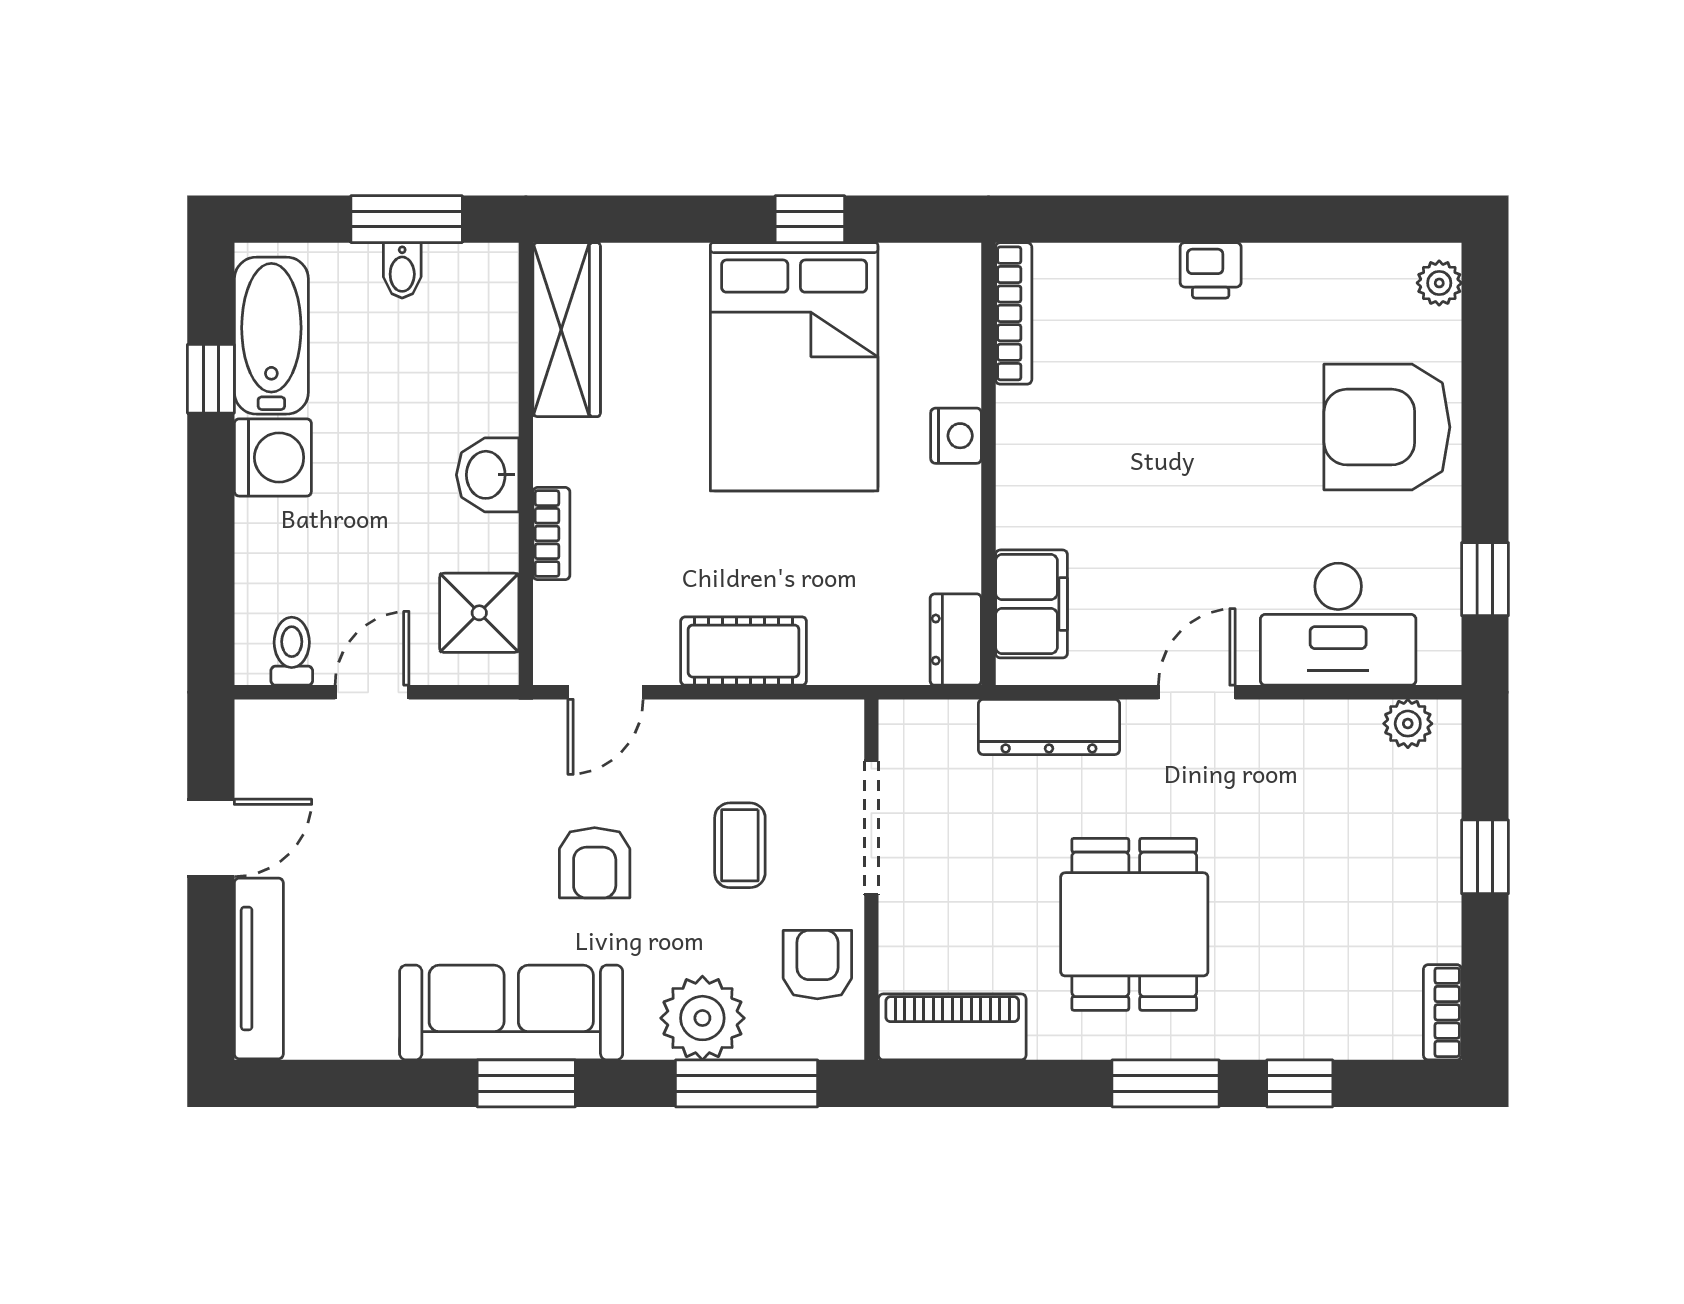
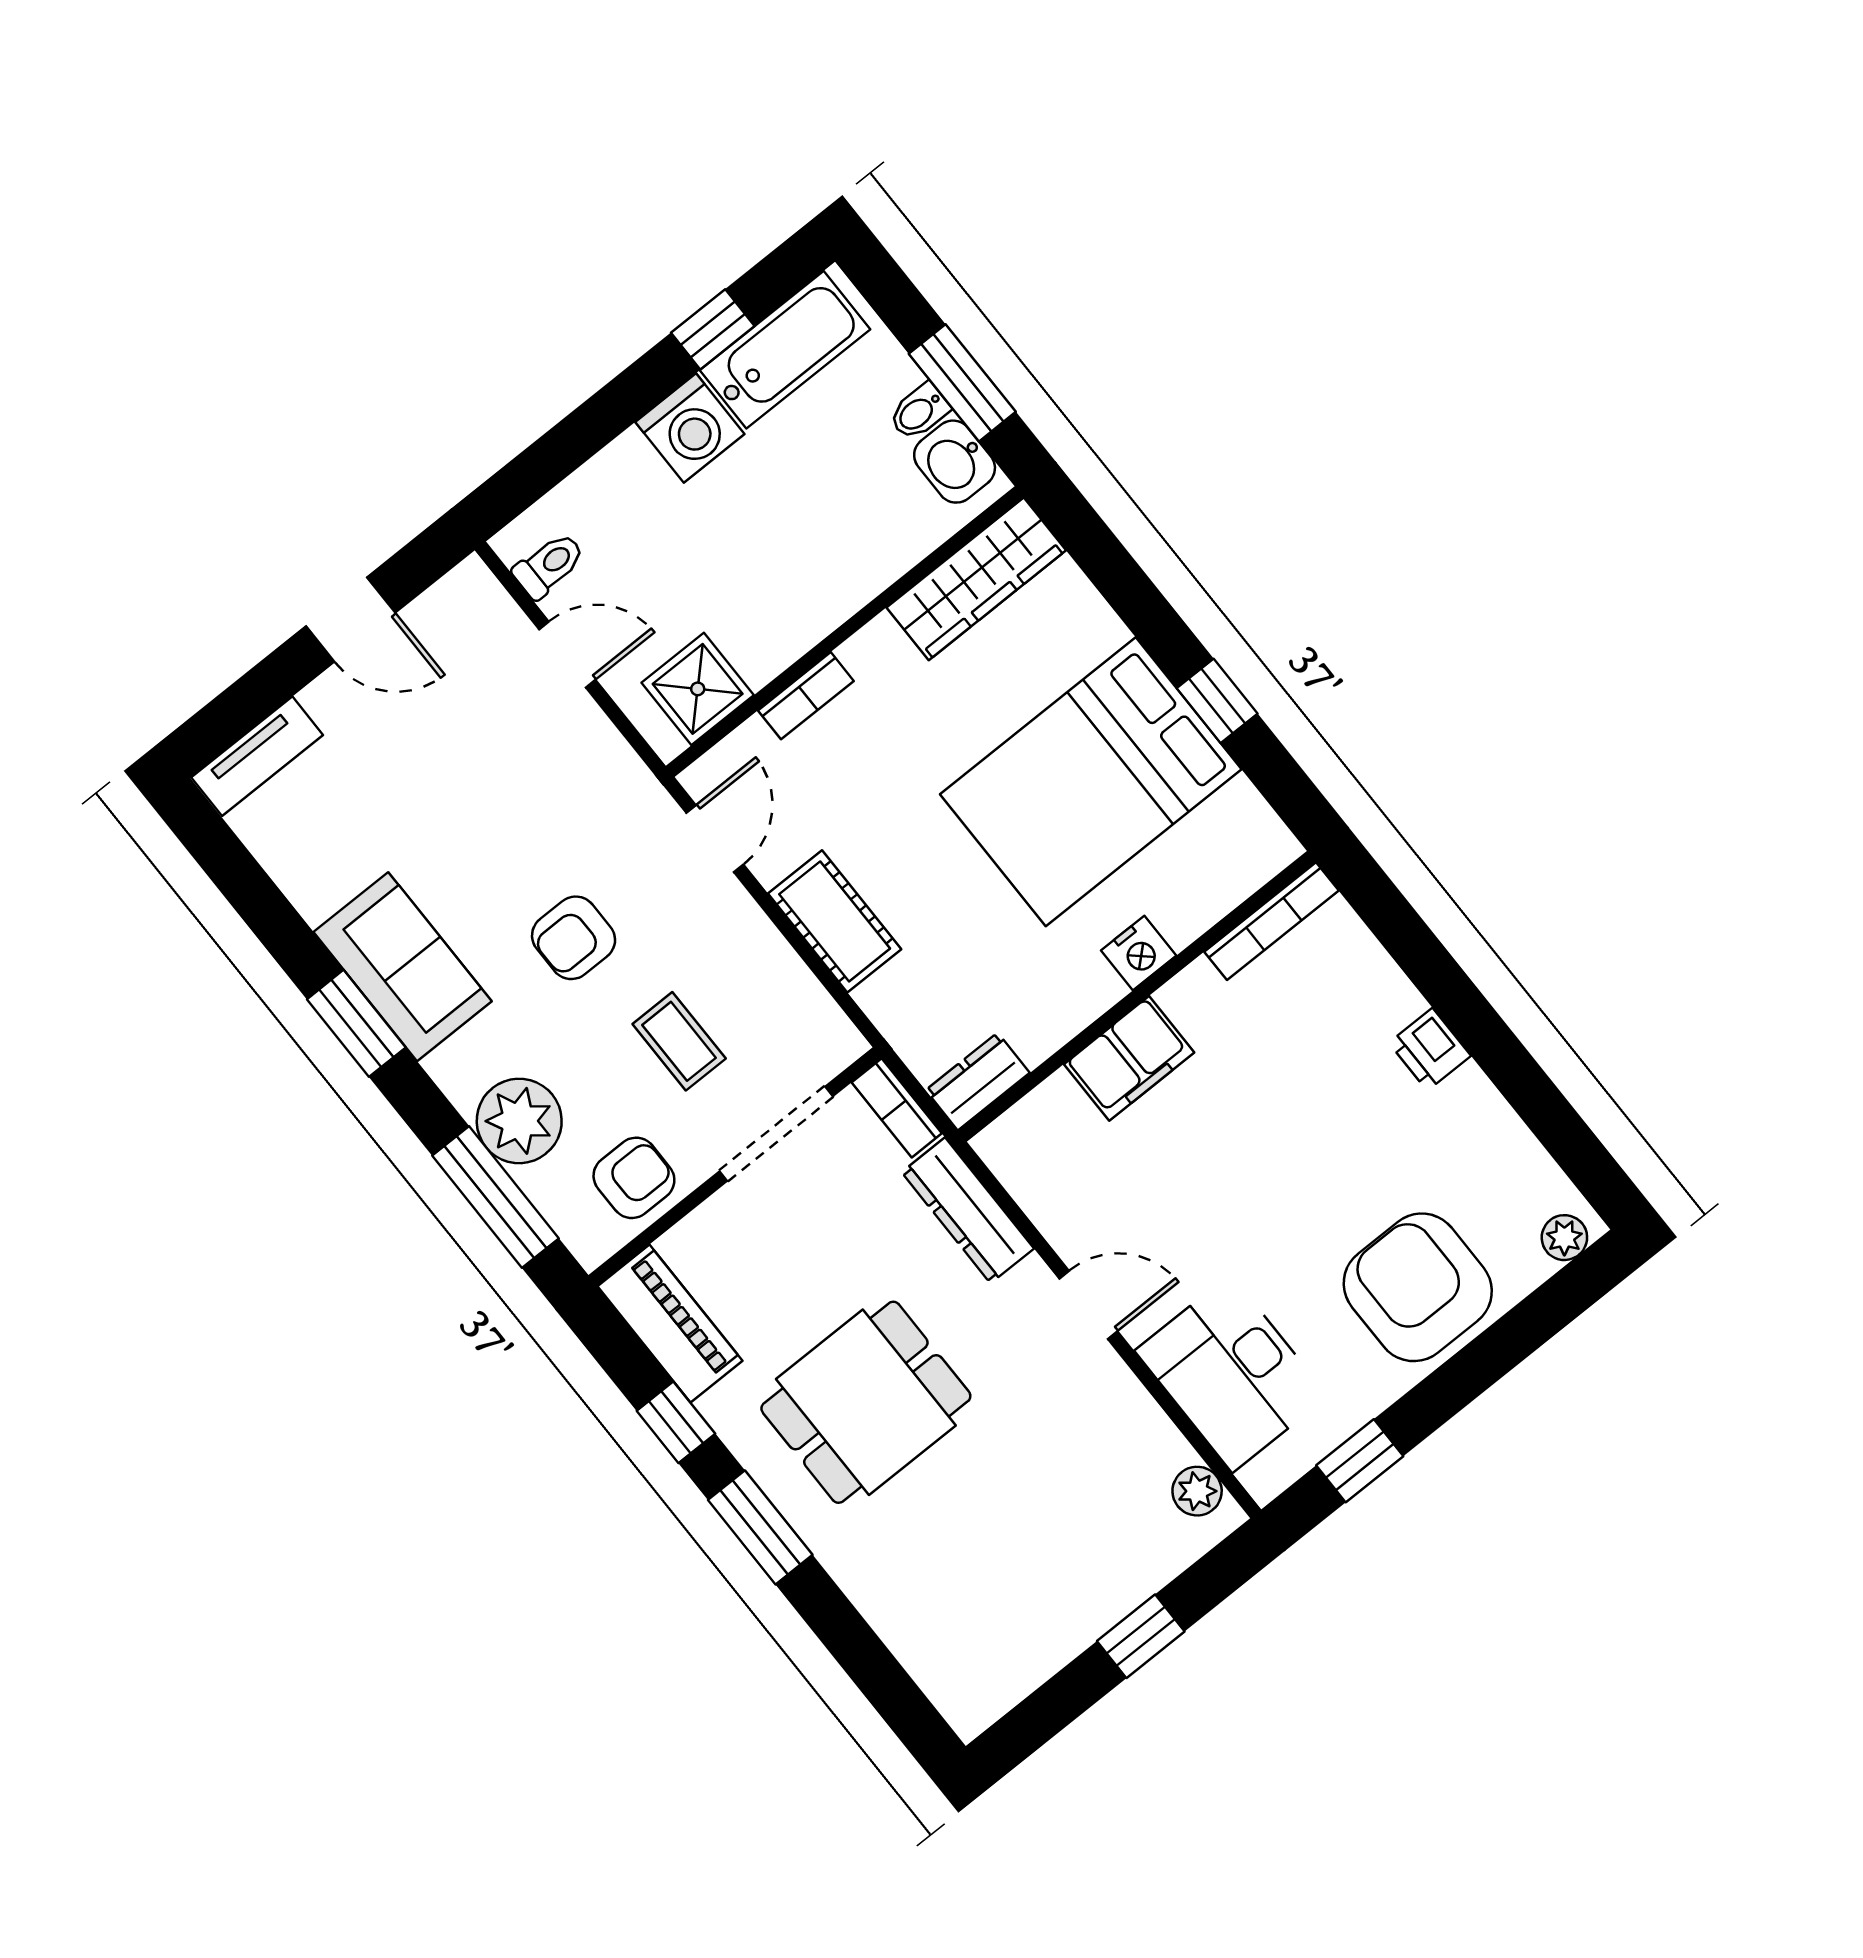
washbasin: (488, 475) -> (955, 462), moved, turned -90
filing cabinet: (1031, 604) -> (1129, 1058), moved
door: (605, 692) -> (715, 839), swing flipped
coffee table: (740, 845) -> (679, 1041), turned 90
tv unit: (259, 968) -> (257, 756), width x0.71
bookcase: (1443, 1012) -> (897, 1108), moved, turned -90
sofa: (511, 1013) -> (403, 967), width x0.73
window: (1300, 1083) -> (676, 1422), moved

